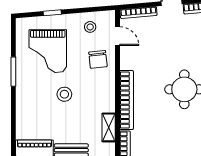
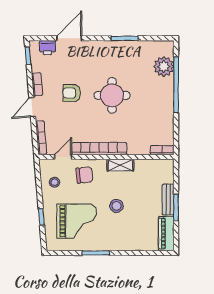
armchair: (187, 46) -> (72, 93), added
bookcase: (127, 100) -> (99, 149), moved
shelving: (109, 127) -> (120, 165), moved

